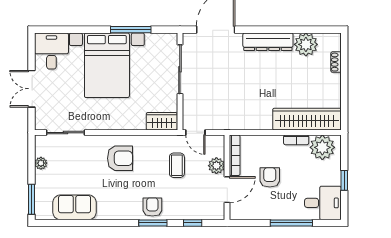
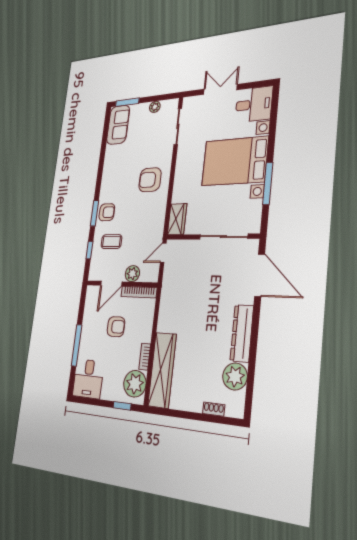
armchair: (120, 158) -> (150, 180), turned 90
coffee table: (177, 165) -> (111, 242), moved
window: (344, 180) -> (122, 406), moved
door: (227, 190) -> (111, 284), hinge flipped
sofa: (75, 207) -> (118, 125), moved

